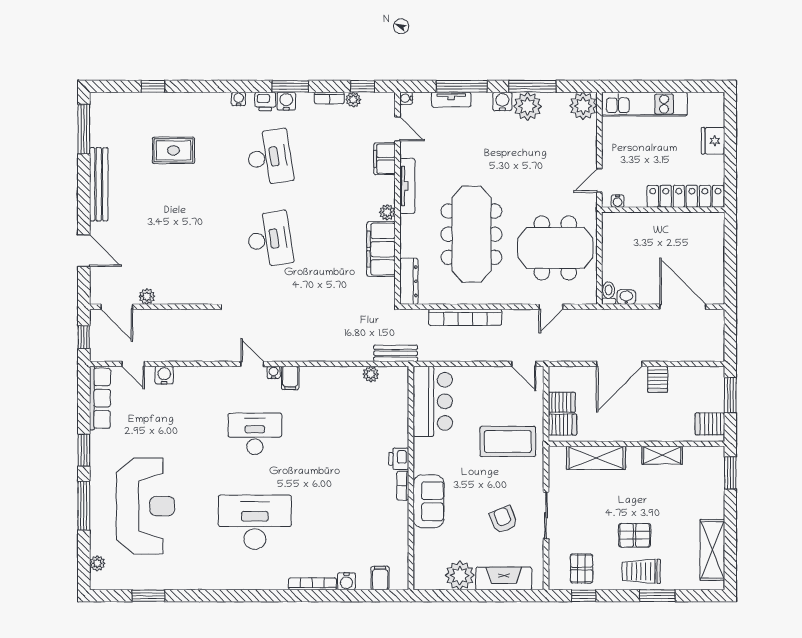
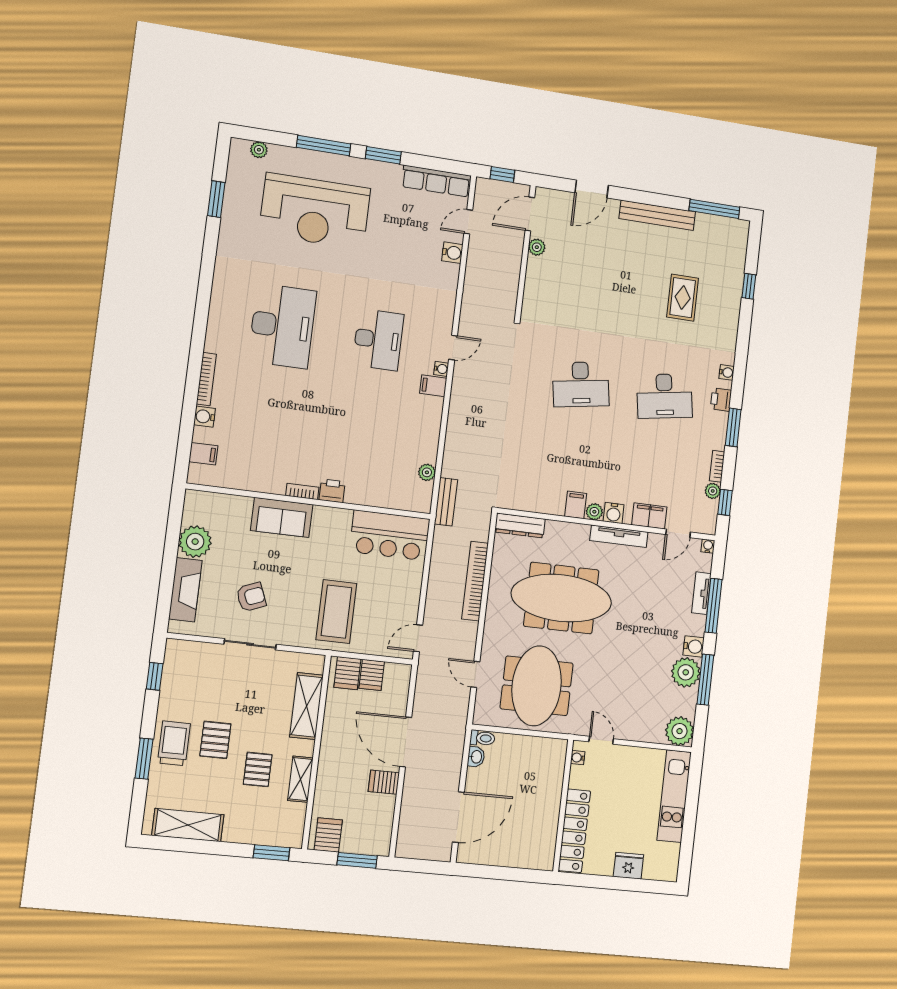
water cooler: (286, 101) -> (614, 513), moved, turned 90
filing cabinet: (381, 249) -> (576, 505), width x0.33, depth x0.86
pallet: (582, 568) -> (258, 769), moved, turned 90

